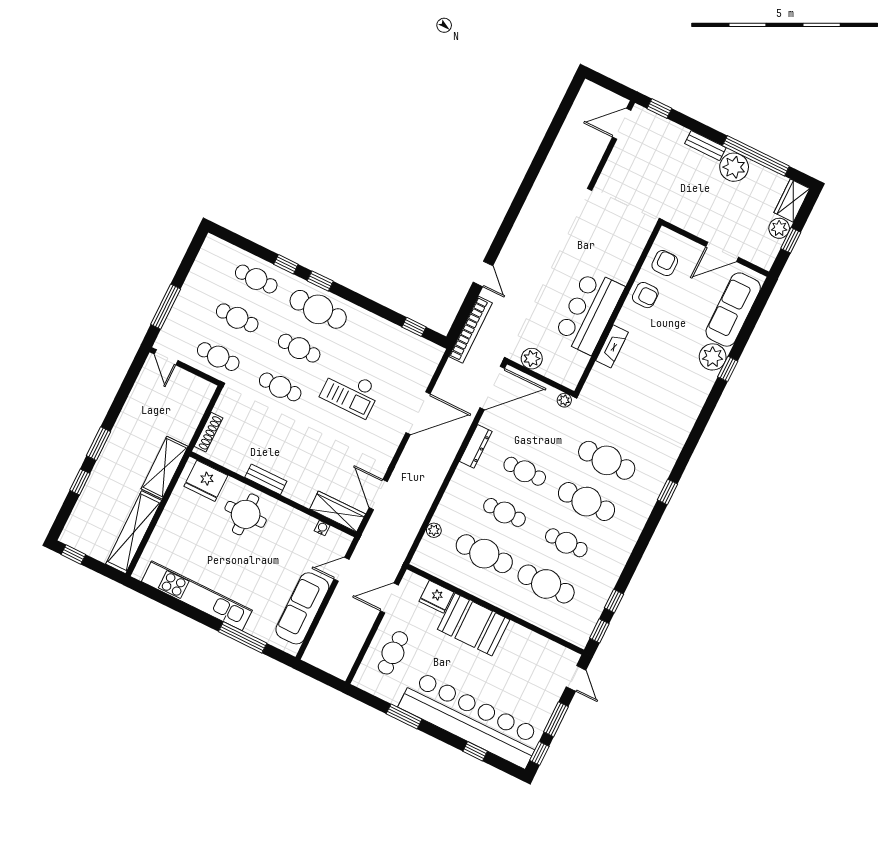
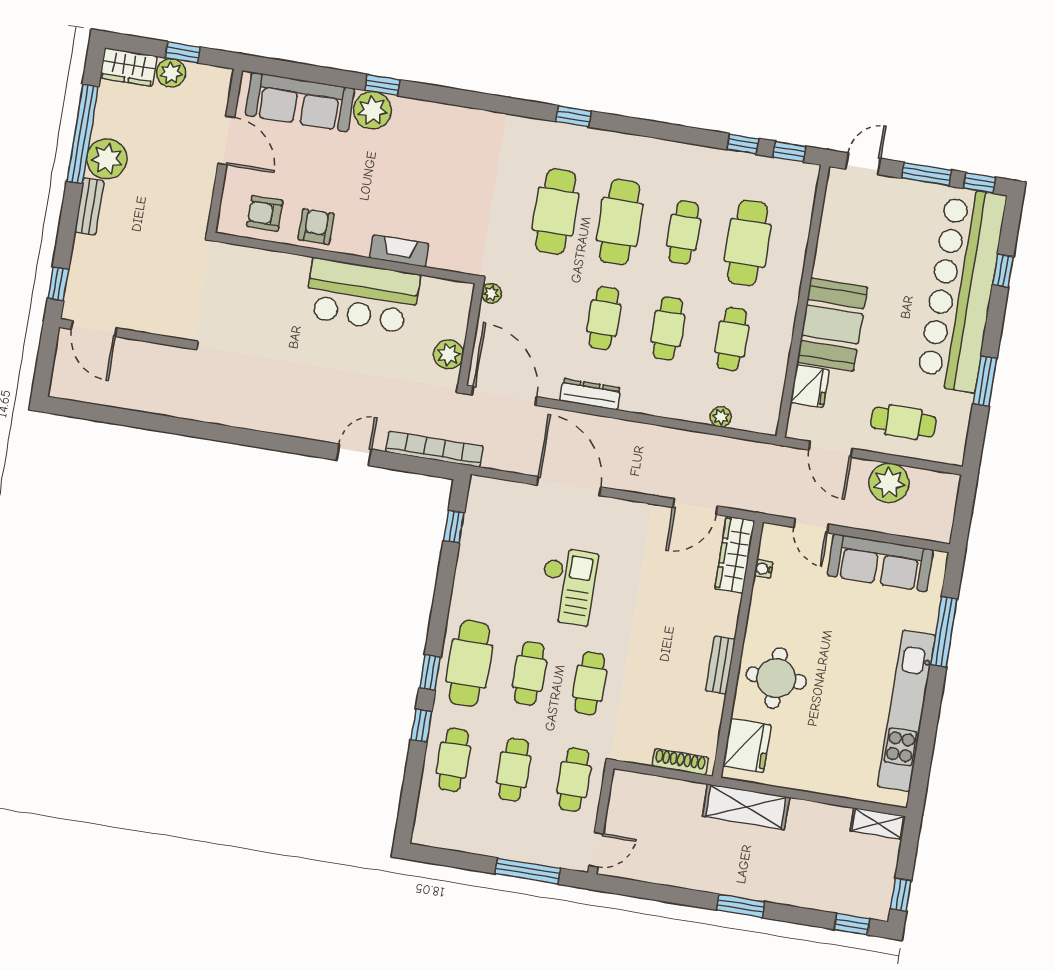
window: (80, 482) -> (852, 924), moved
shelving: (134, 532) -> (878, 823), width x0.45, depth x0.75
cafe table: (484, 554) -> (732, 339), width x0.73, depth x0.74
plant: (355, 631) -> (889, 483), added

